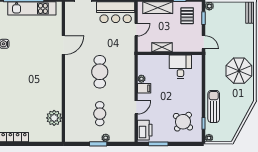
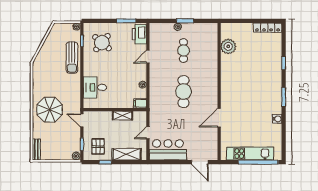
desk: (180, 67) -> (95, 87), moved, turned 90
parasol: (239, 71) -> (50, 110), moved
filing cabinet: (144, 88) -> (140, 103), moved

